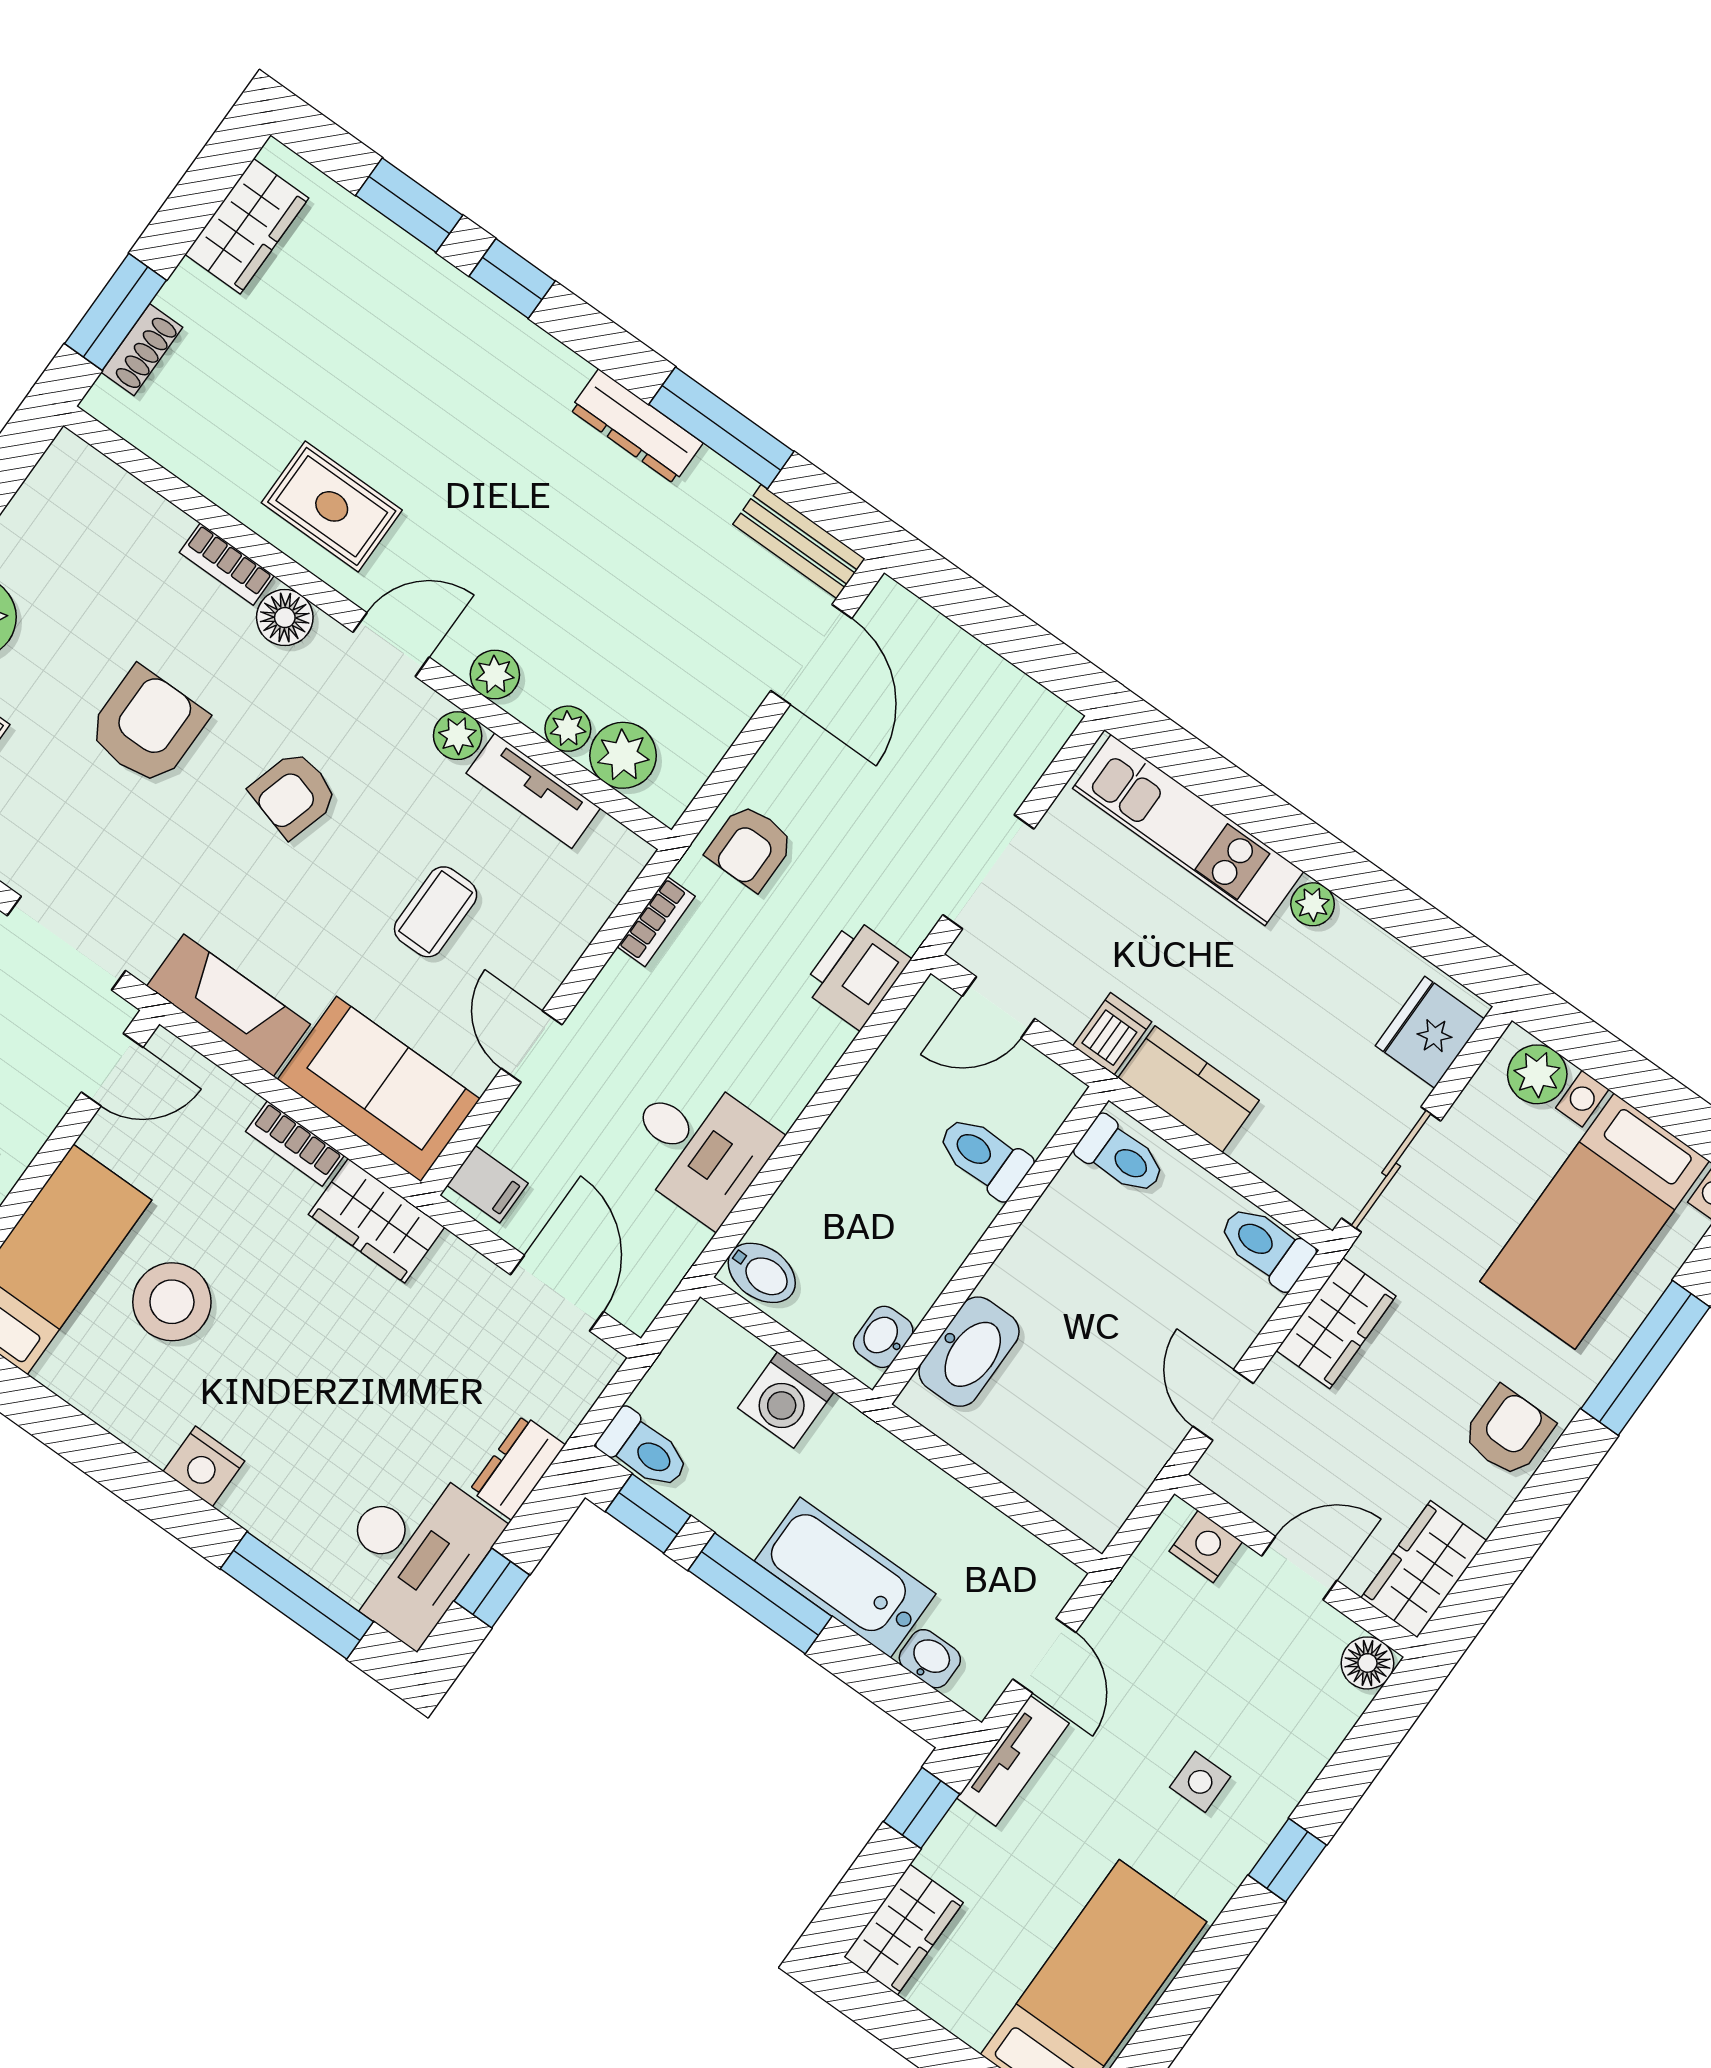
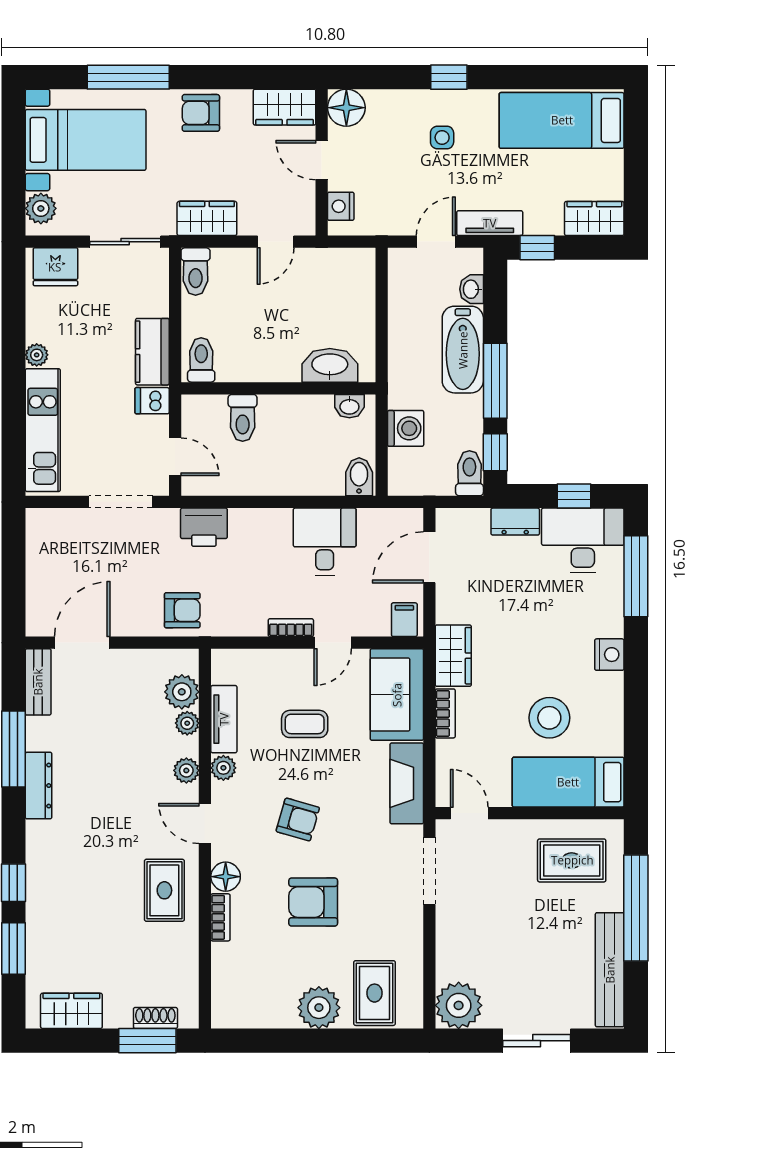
bookcase: (656, 922) -> (291, 628), moved
floor lamp: (1367, 1663) -> (346, 108), width x1.38, depth x1.38

